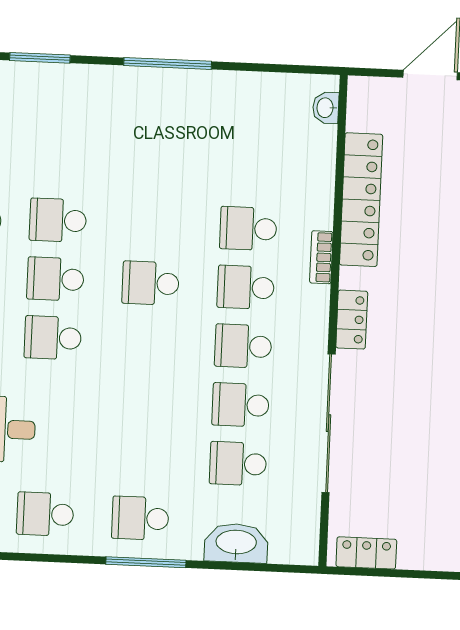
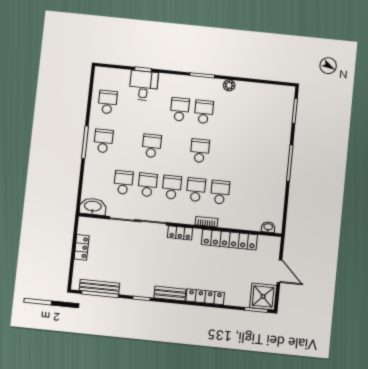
school desk: (58, 220) -> (152, 146), moved
washbasin: (236, 543) -> (93, 207), moved, turned -90
locker: (366, 553) -> (82, 247), moved

